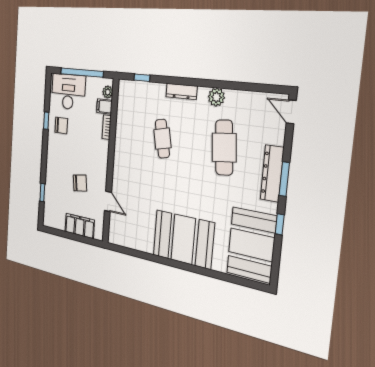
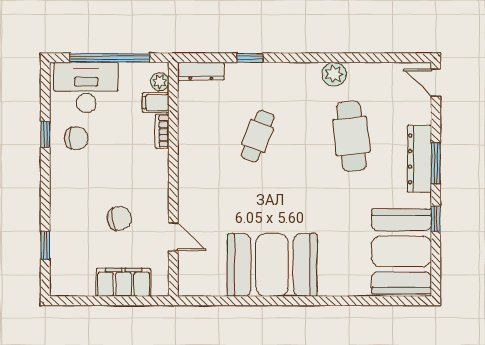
window: (142, 78) -> (250, 58), moved
dresser: (181, 91) -> (201, 71), moved
cafe table: (162, 139) -> (258, 136), turned 33
booth: (183, 239) -> (272, 265), moved

